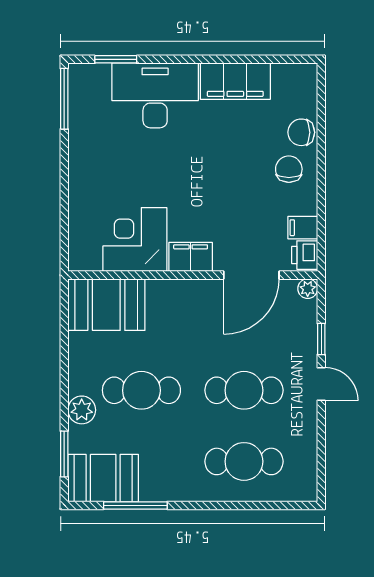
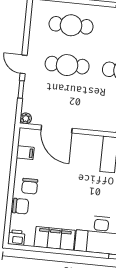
printer: (305, 255) -> (16, 238), moved, turned -90
filing cabinet: (191, 257) -> (89, 143), removed
door: (251, 275) -> (57, 129), swing flipped

